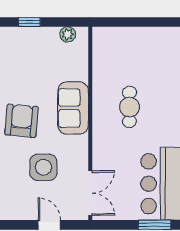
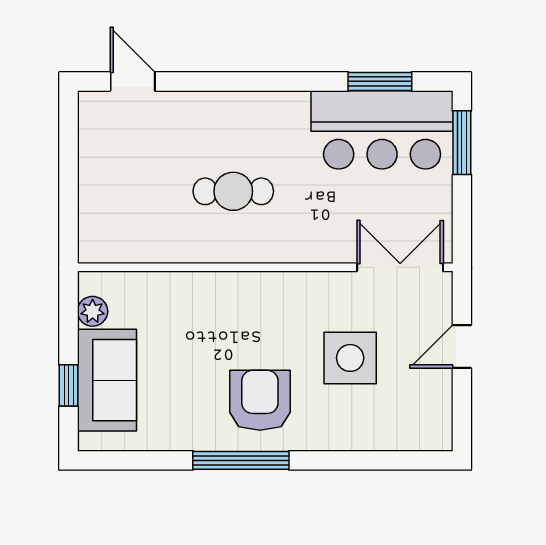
sofa: (73, 108) -> (107, 380), moved, turned -90
armchair: (22, 121) -> (260, 400), turned 85

